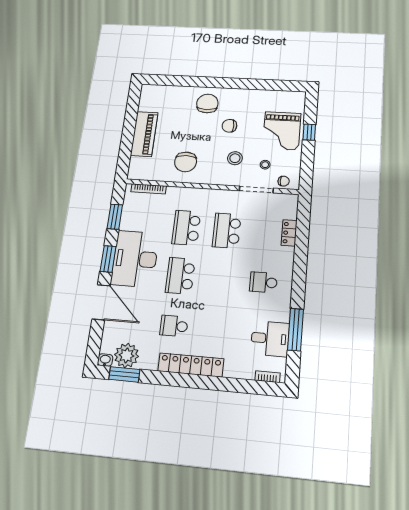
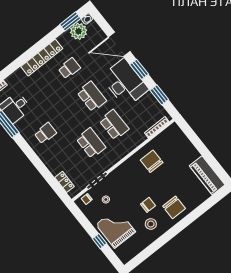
piano: (144, 134) -> (207, 175), moved
stool: (235, 158) -> (151, 224), moved
locker: (289, 233) -> (64, 182), moved

